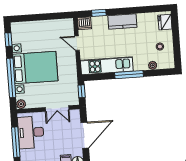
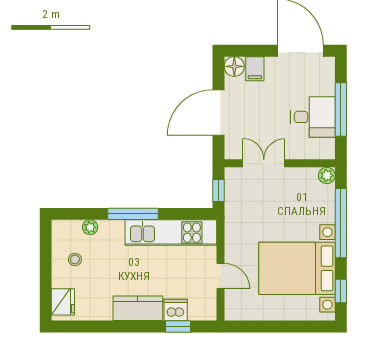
dishwasher: (84, 23) -> (176, 310), moved
bed with nightstands: (35, 67) -> (297, 268), moved
desk: (31, 132) -> (313, 117), width x0.73

